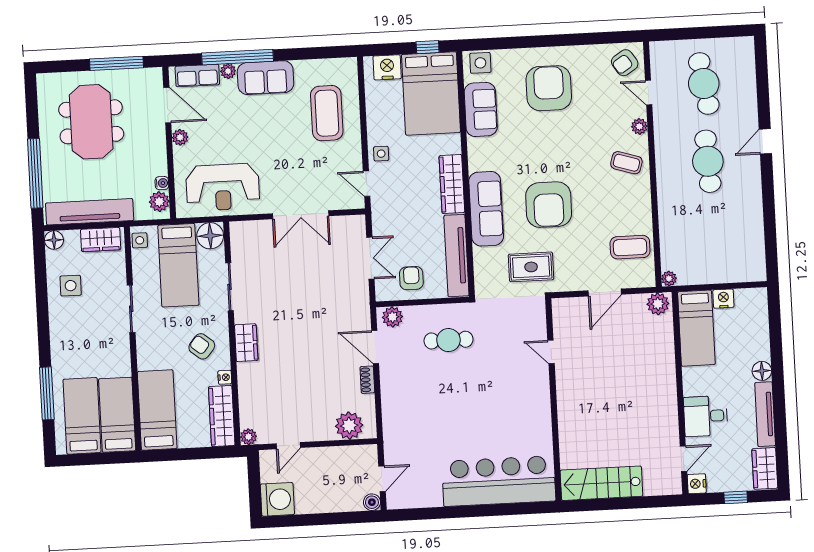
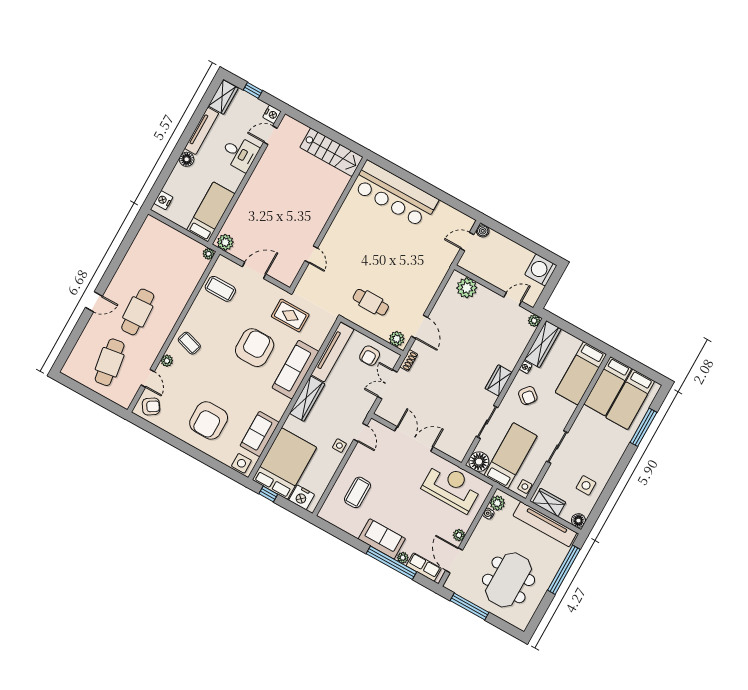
coffee table: (327, 113) -> (357, 492), width x0.73, depth x0.76
nightstand: (723, 299) -> (163, 200), moved, turned 90
shoe rack: (367, 380) -> (409, 360), moved

